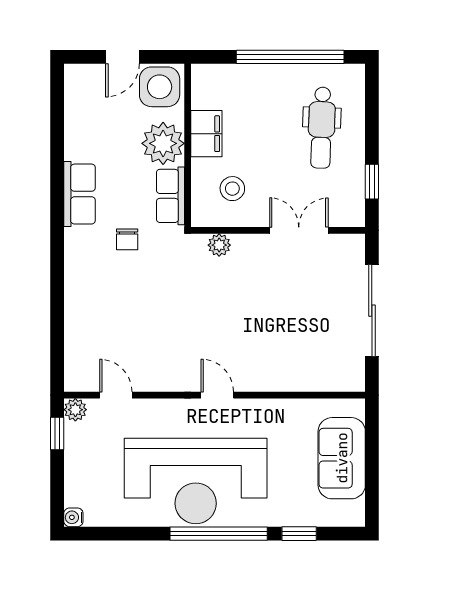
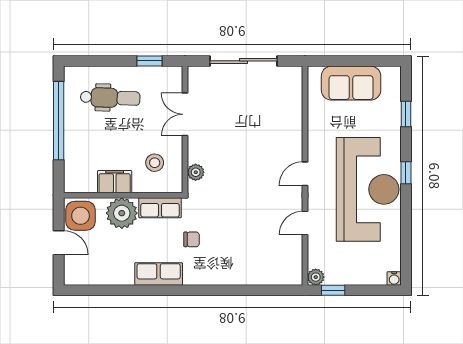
door: (116, 395) -> (305, 223), moved
window: (219, 534) -> (406, 173), width x0.32

